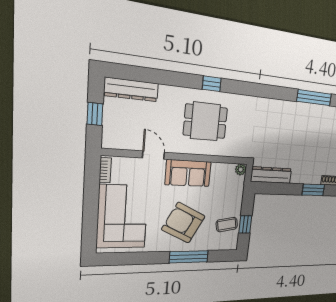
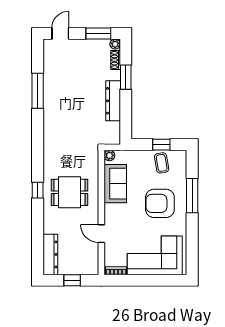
dining table: (205, 121) -> (69, 192), turned 90
door: (154, 155) -> (101, 234), hinge flipped
sofa: (188, 173) -> (115, 184), moved
dresser: (271, 175) -> (113, 101), moved
armchair: (183, 223) -> (160, 203), turned 63

